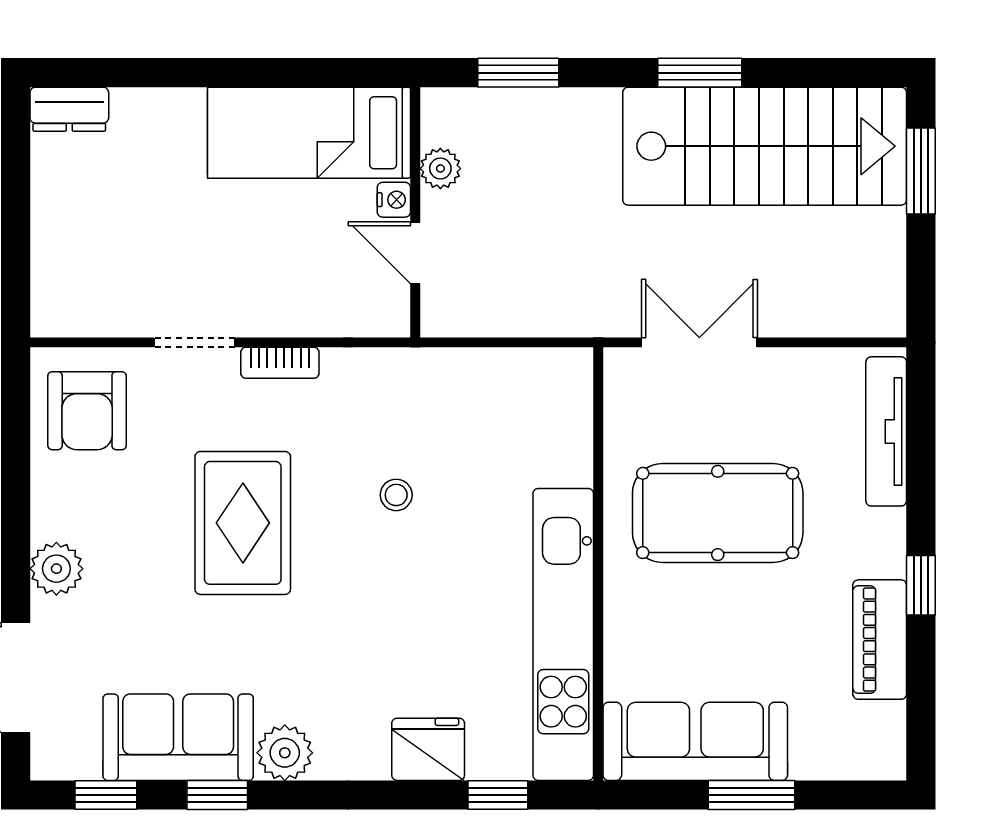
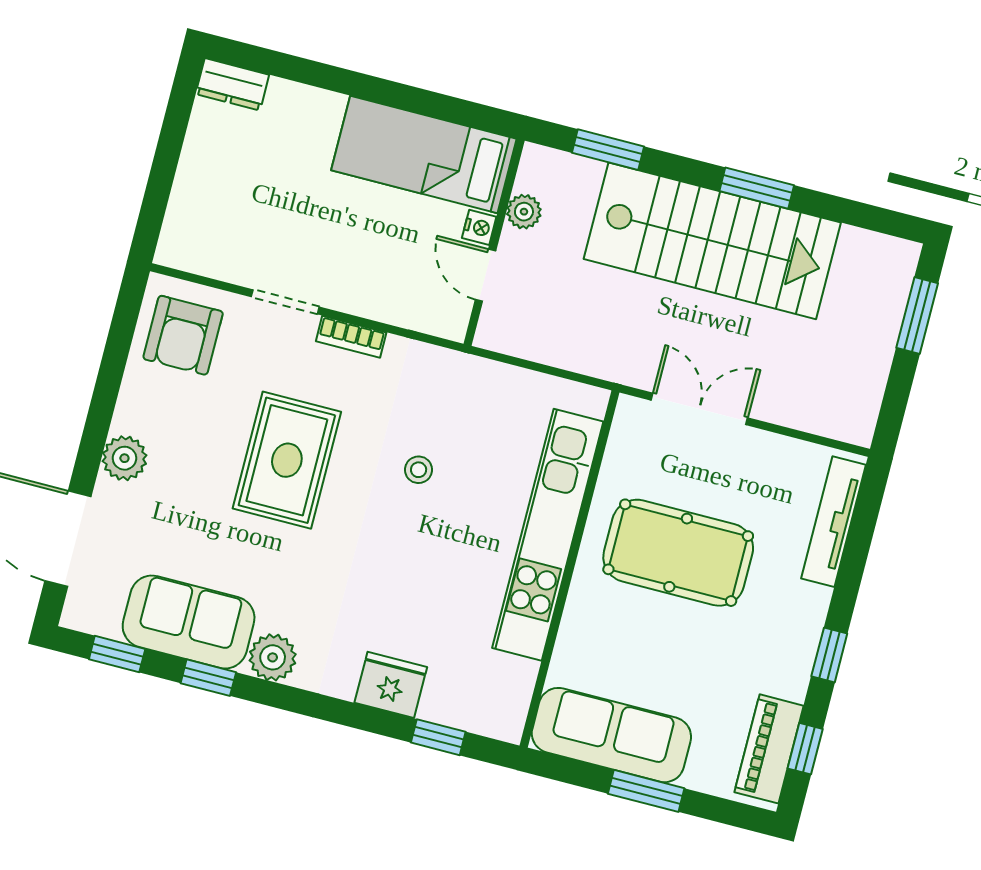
stairs: (765, 146) -> (712, 241), moved
kitchen unit: (563, 634) -> (548, 535), moved
piano: (880, 640) -> (769, 749), moved
window: (921, 700) -> (805, 749), added

